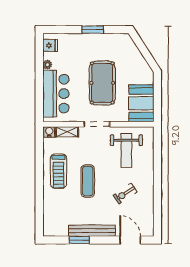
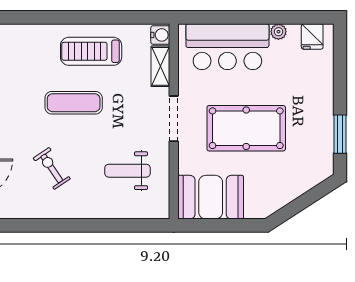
window: (93, 30) -> (340, 134), moved
weight bench: (126, 150) -> (127, 171), width x0.73, depth x0.75

